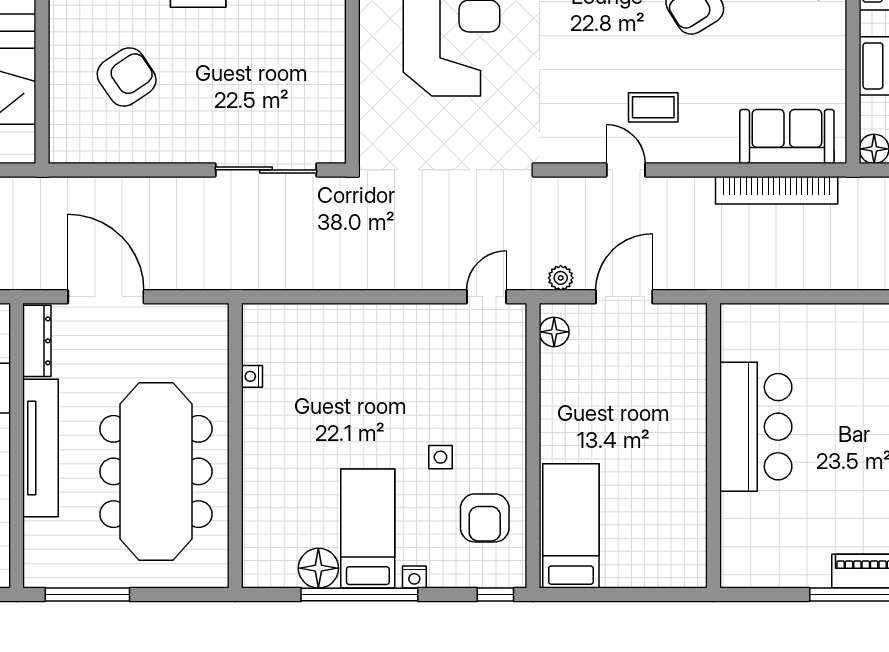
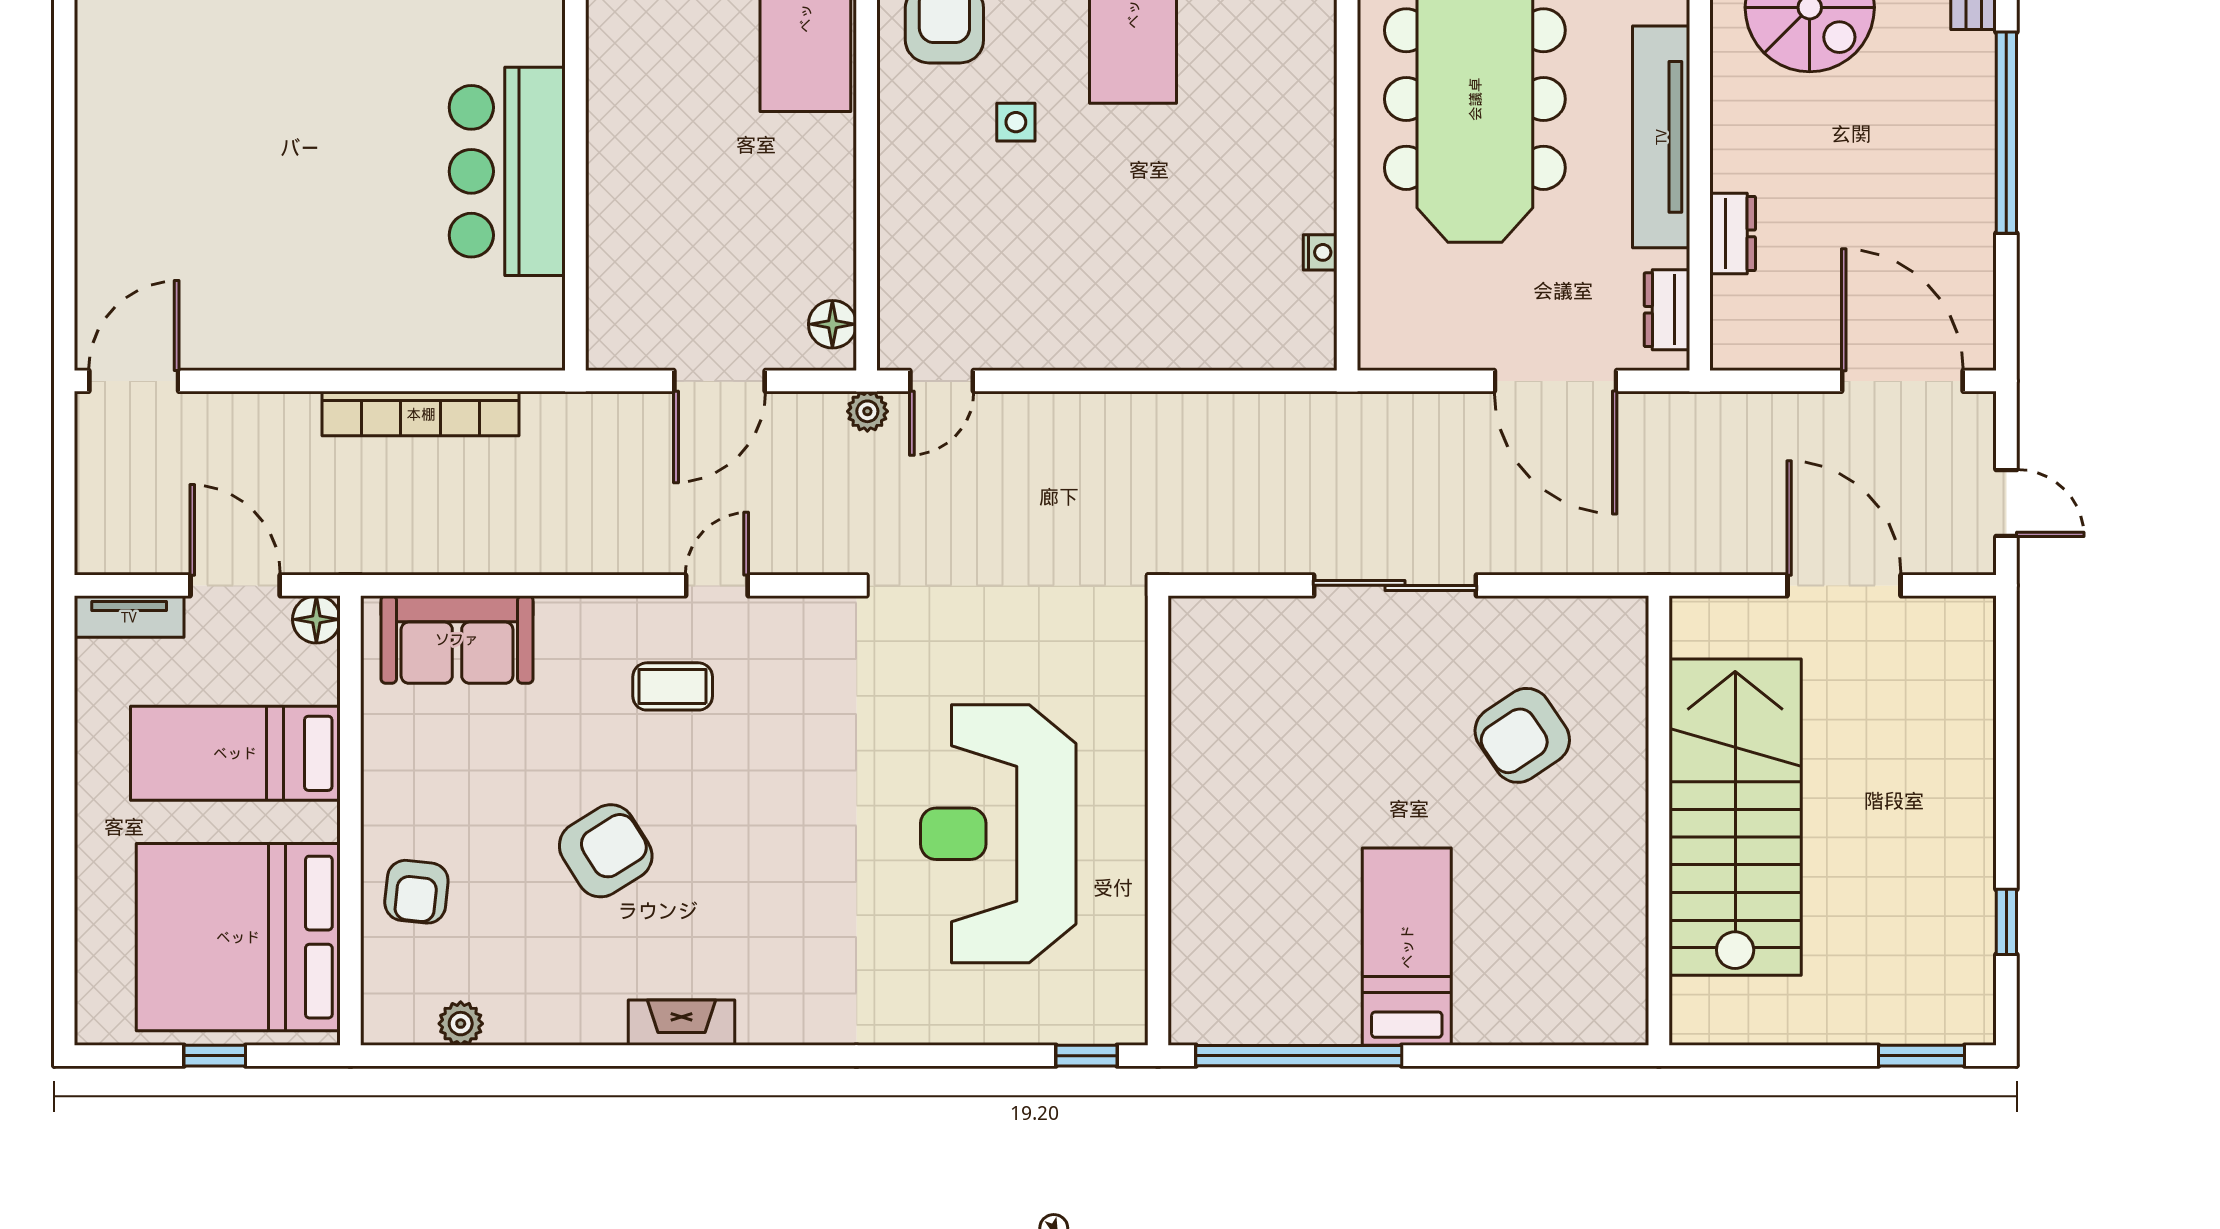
sliding door: (266, 170) -> (1395, 585), moved
door: (626, 170) -> (717, 585), swing flipped
bookcase: (777, 190) -> (421, 414), moved, turned 180
plant: (561, 278) -> (867, 411), moved
dresser: (37, 341) -> (1667, 310), width x0.70

